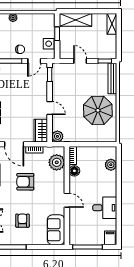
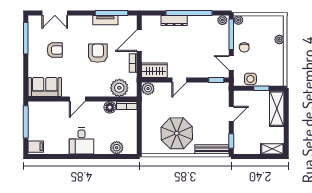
desk: (105, 208) -> (82, 141), moved

